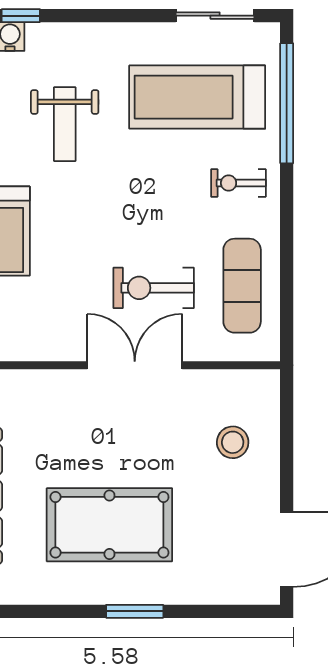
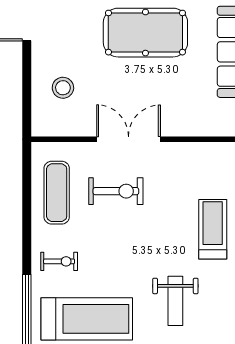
weight bench: (65, 124) -> (175, 301), turned 180
double door: (135, 365) -> (129, 139), swing flipped

